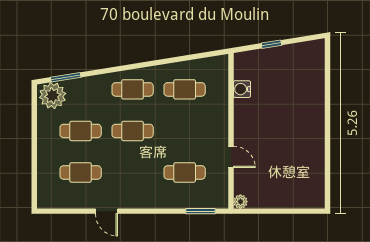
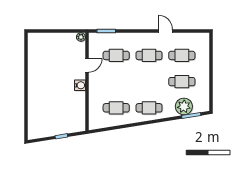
water cooler: (242, 89) -> (80, 85), moved
plant: (53, 96) -> (184, 106), moved
cafe table: (133, 131) -> (149, 55), moved
door: (231, 157) -> (87, 65), swing flipped

